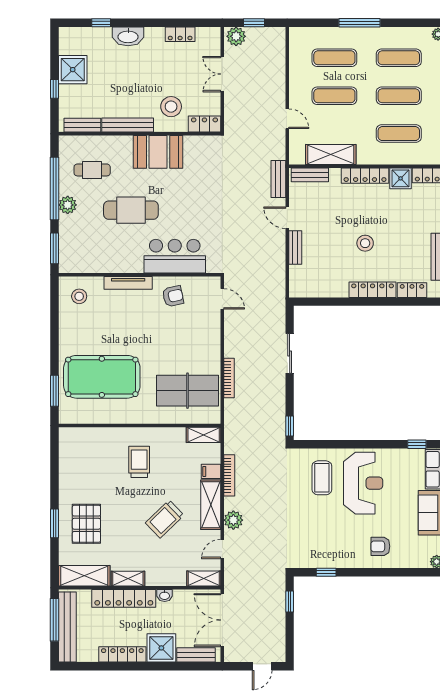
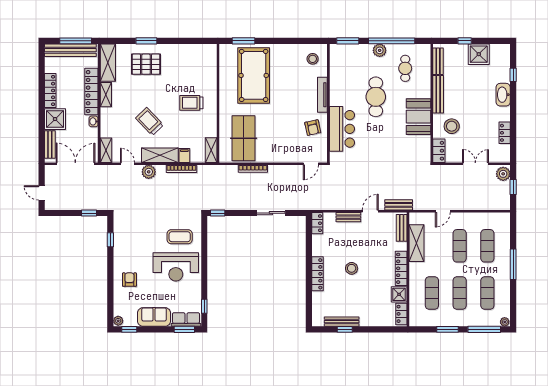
locker: (412, 290) -> (317, 223), moved
trolley: (139, 462) -> (191, 103), turned 180

